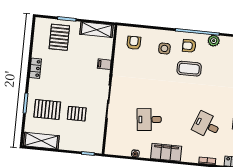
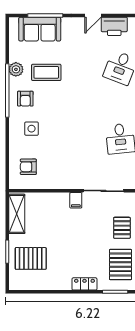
filing cabinet: (104, 64) -> (76, 200), moved
locker: (35, 68) -> (84, 284), moved
coffee table: (189, 69) -> (46, 72), moved, turned 90

